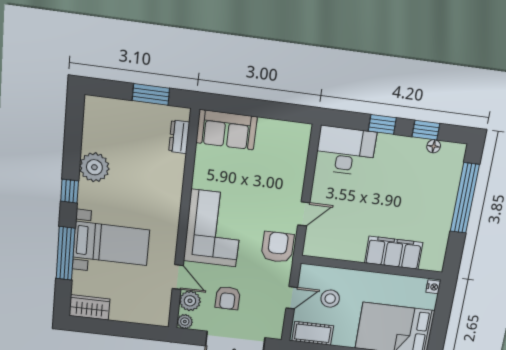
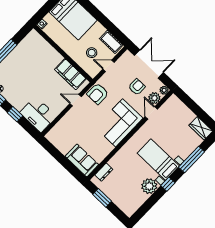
bed with nightstands: (111, 244) -> (158, 160), moved
filing cabinet: (394, 253) -> (70, 74), moved

